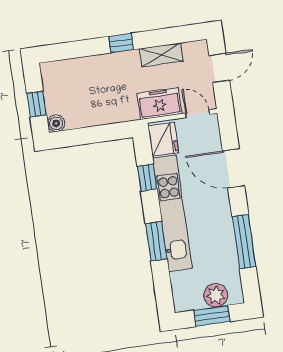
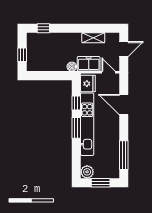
window: (121, 43) -> (43, 28), moved
boiler: (56, 123) -> (72, 67), moved
window: (156, 241) -> (76, 128), moved
window: (244, 242) -> (124, 155), moved
plant: (216, 295) -> (87, 172), moved

